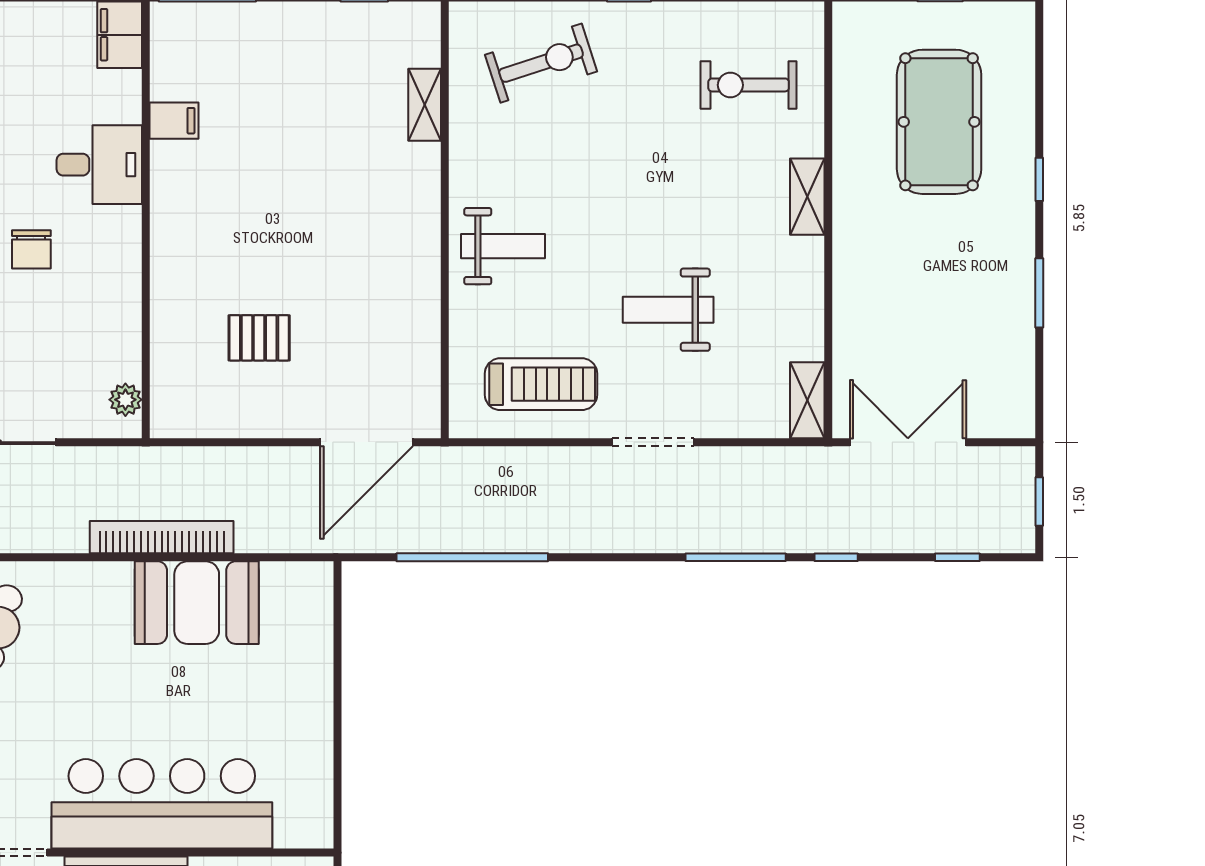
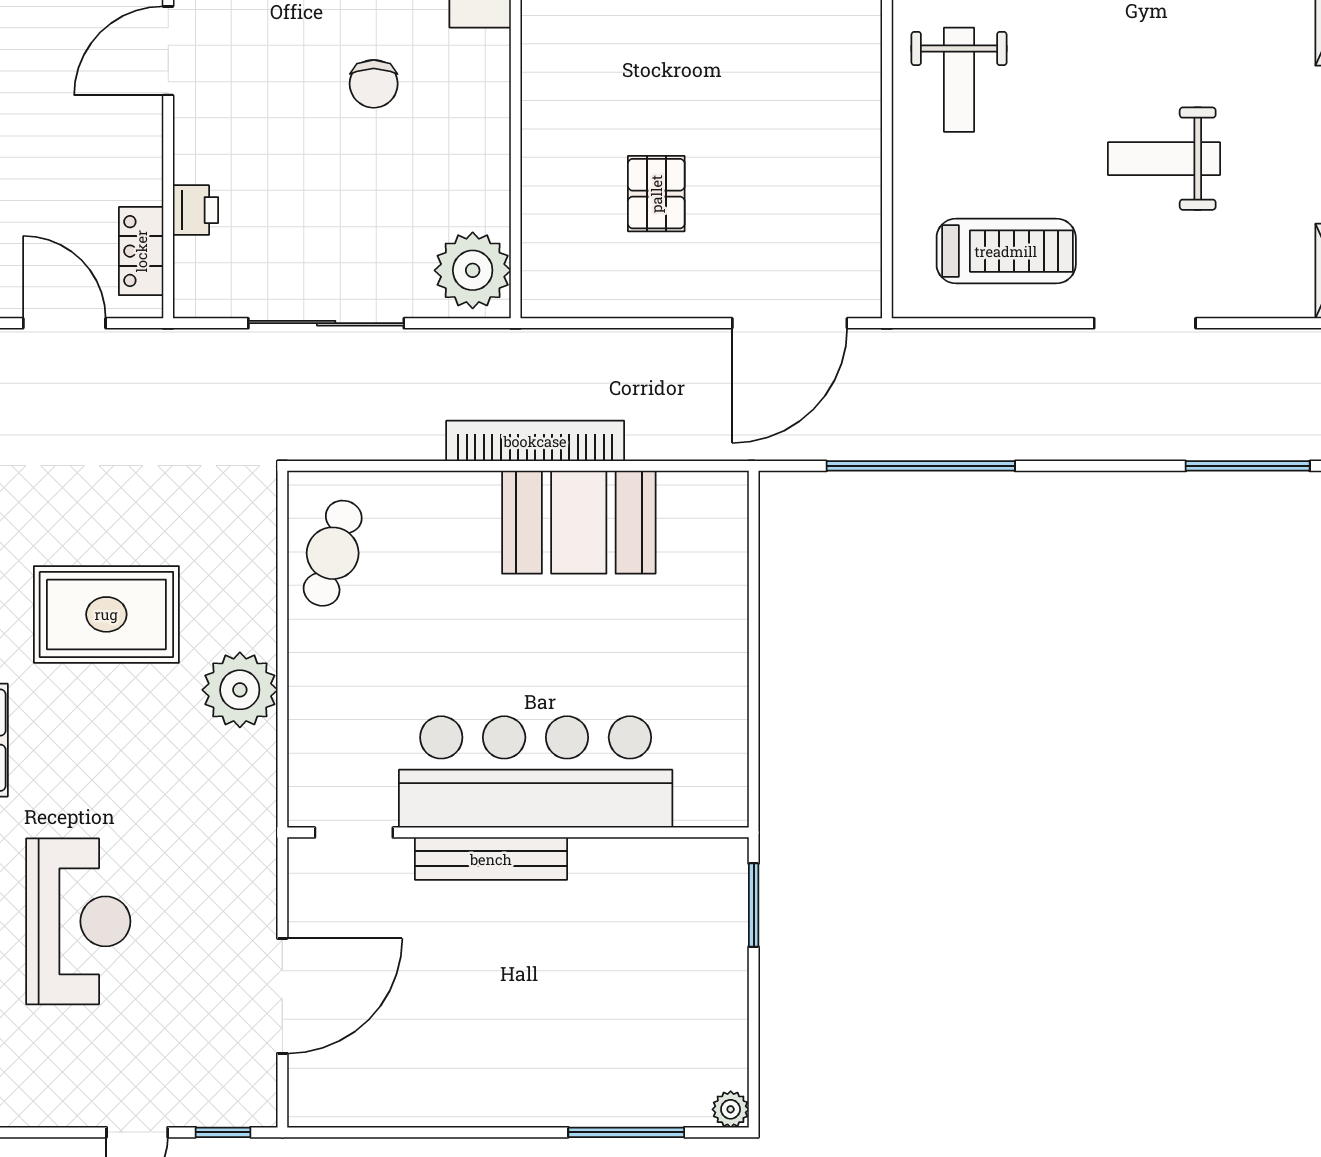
weight bench: (503, 246) -> (959, 80), turned 90
pallet: (259, 338) -> (656, 194), turned 90
plant: (125, 400) -> (473, 270), width x1.88, depth x1.88

